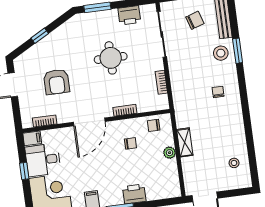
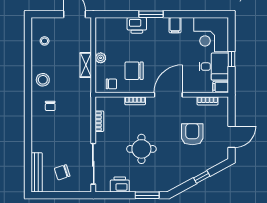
window: (238, 51) -> (28, 140), removed
stool: (221, 53) -> (43, 80), moved
chair: (130, 143) -> (134, 71), width x1.87, depth x1.87

